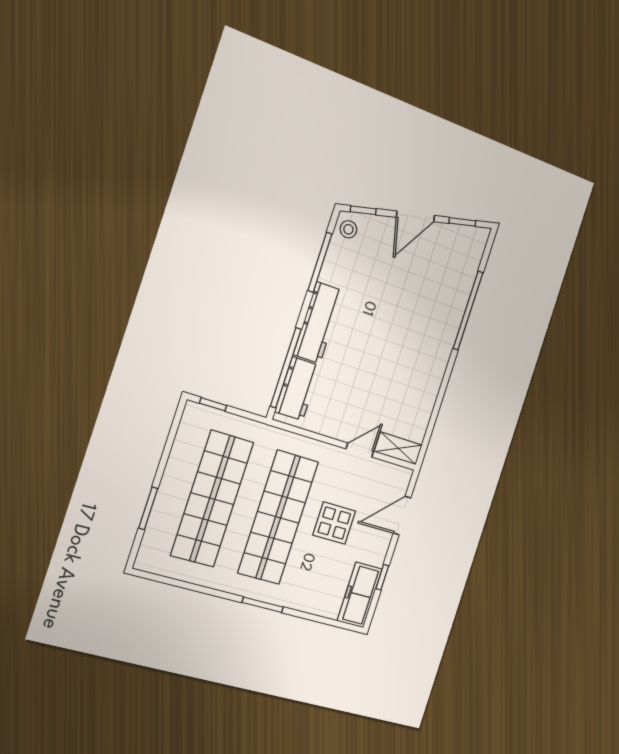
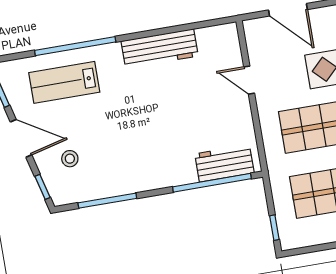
stool: (348, 229) -> (70, 159), moved
lab bench: (443, 283) -> (64, 82), added
workbench: (318, 323) -> (160, 49), moved, turned 180
shelving: (398, 448) -> (230, 46), removed

